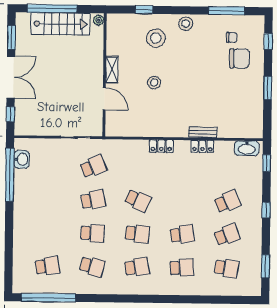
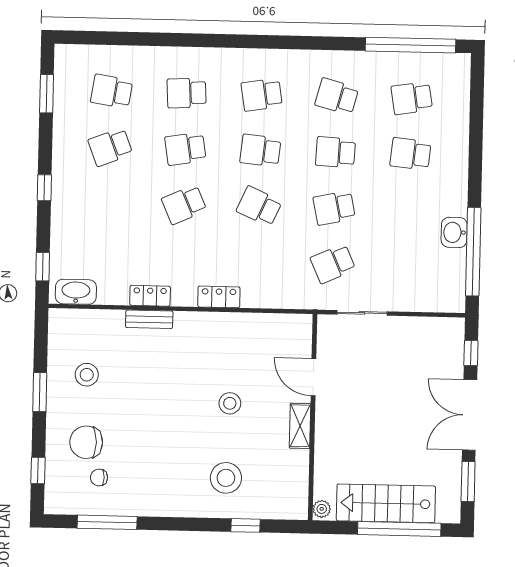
stool: (186, 24) -> (87, 375), moved
washbasin: (21, 159) -> (454, 232), moved
school desk: (227, 202) -> (184, 205), moved
school desk: (48, 233) -> (410, 154), added

